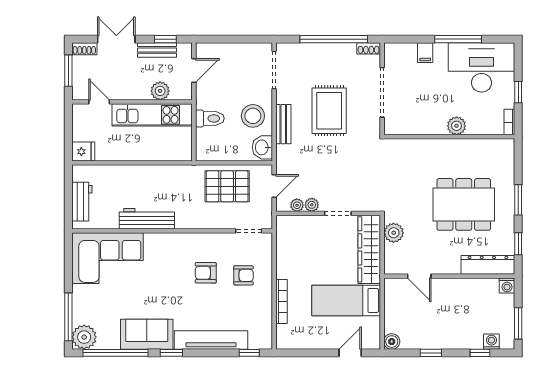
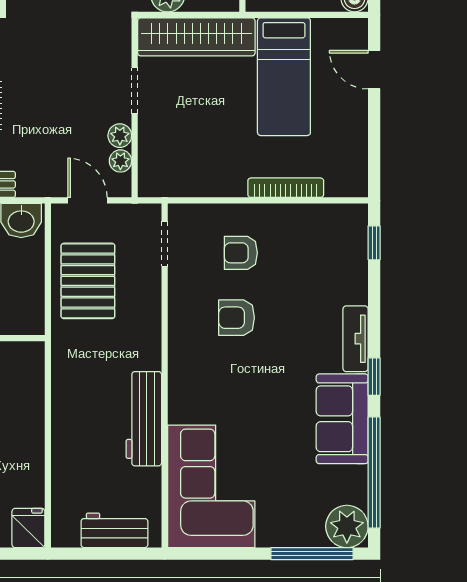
armchair: (206, 273) -> (237, 318), turned 90
armchair: (243, 275) -> (241, 253), turned -90
tv unit: (211, 340) -> (356, 339), width x0.52, depth x0.78

